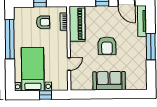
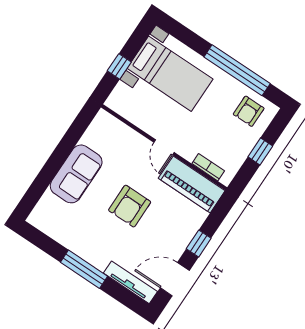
armchair: (43, 22) -> (249, 111), moved
armchair: (107, 46) -> (130, 206), turned -90
door: (69, 64) -> (164, 147), moved

